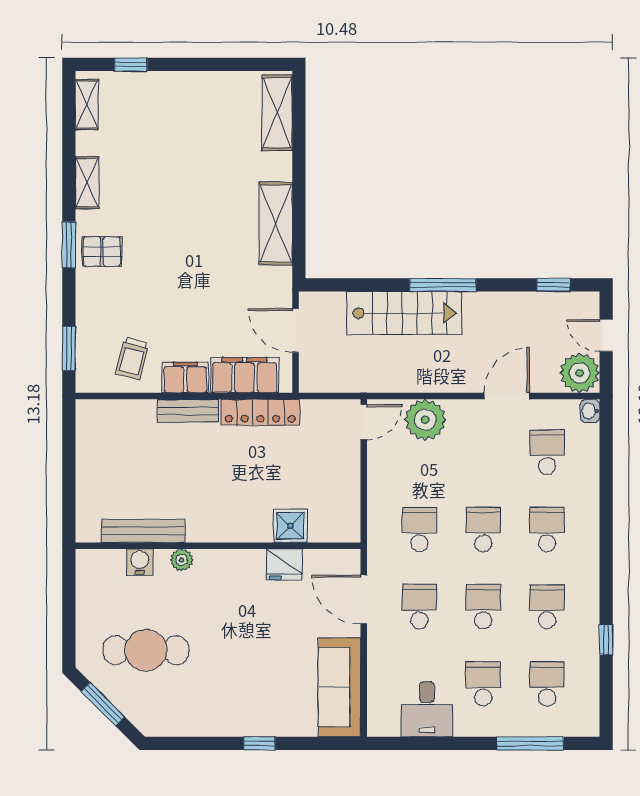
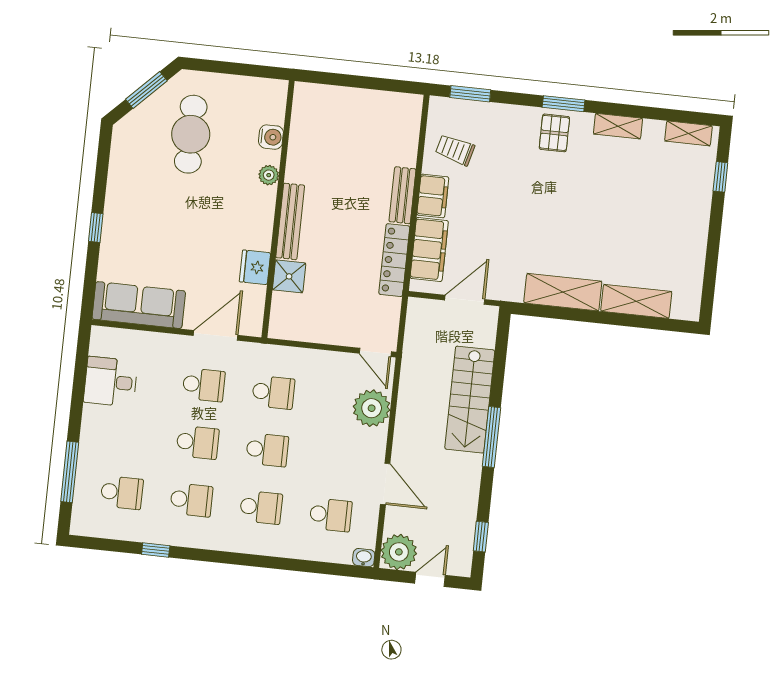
shelving: (277, 113) -> (636, 301), moved
bench: (143, 531) -> (290, 221), moved
school desk: (483, 684) -> (128, 435), removed

